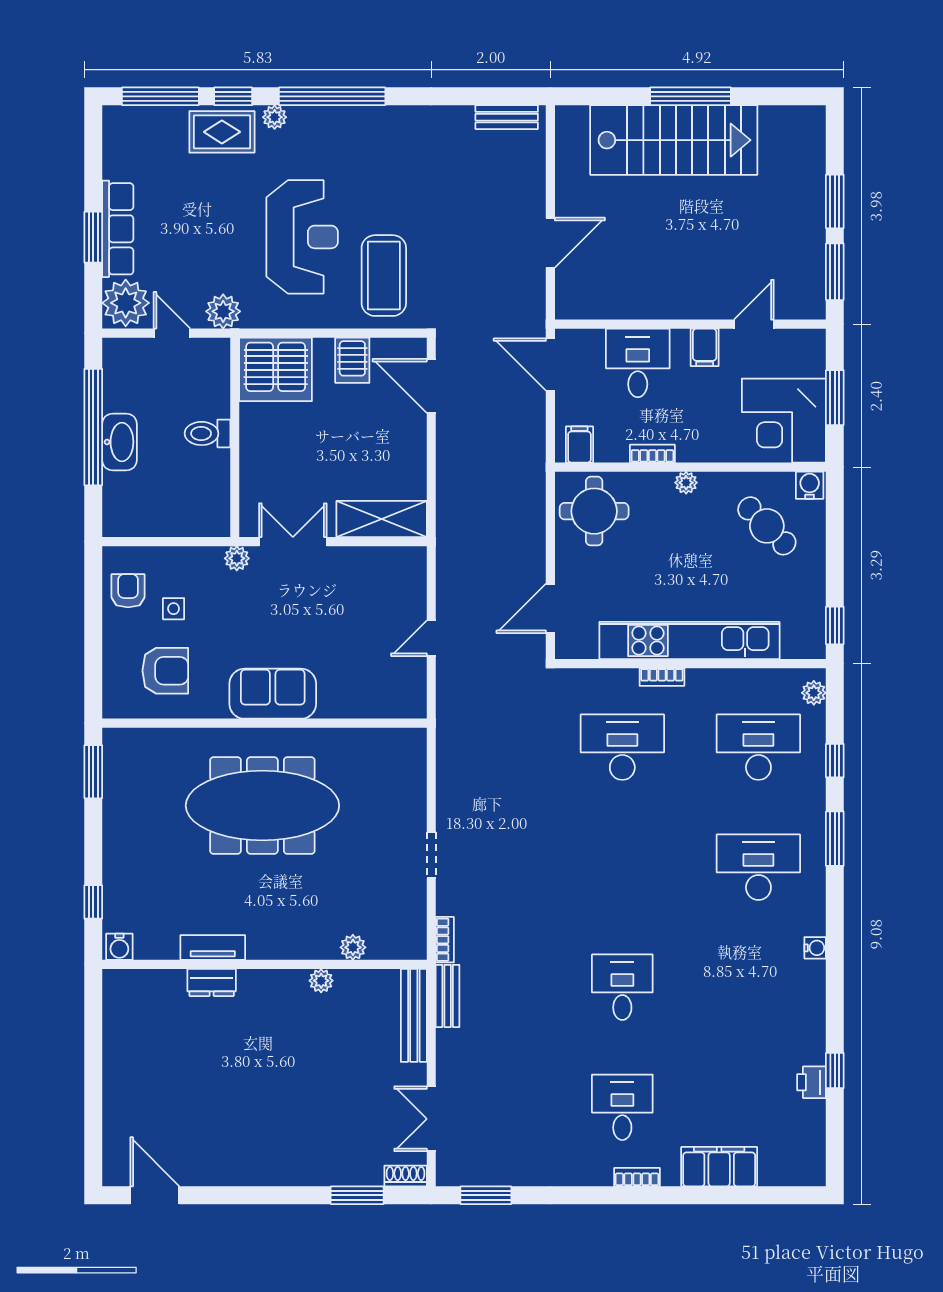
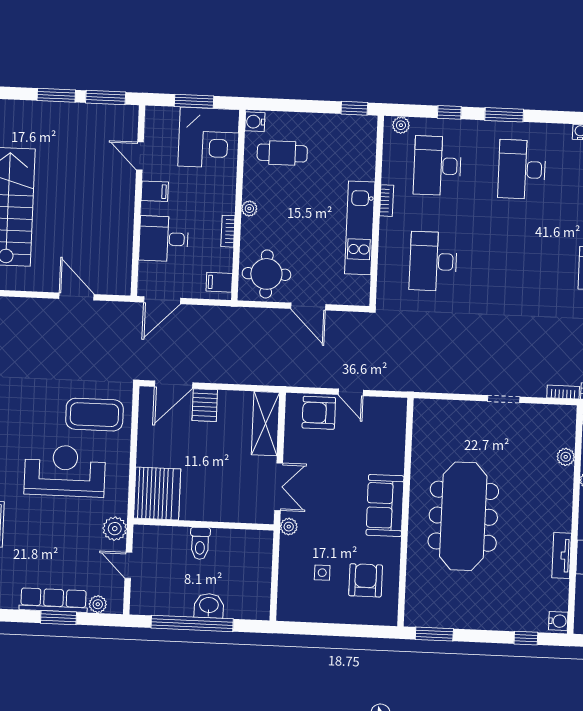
plant: (126, 303) -> (98, 604), width x0.53, depth x0.53
door: (172, 333) -> (128, 565), hinge flipped
server rack: (352, 360) -> (205, 405), moved, turned 90
washbasin: (120, 442) -> (209, 606), width x0.72
cafe table: (767, 526) -> (282, 153), turned 45
double door: (293, 542) -> (279, 487), swing flipped
armchair: (128, 591) -> (319, 413), moved, width x1.38, depth x1.38
door: (550, 608) -> (308, 307), moved
kitchen unit: (689, 641) -> (360, 228), width x0.73
bookcase: (662, 677) -> (387, 201), moved

